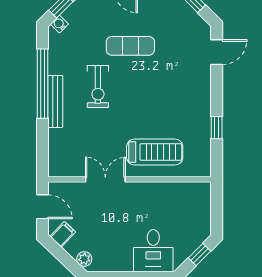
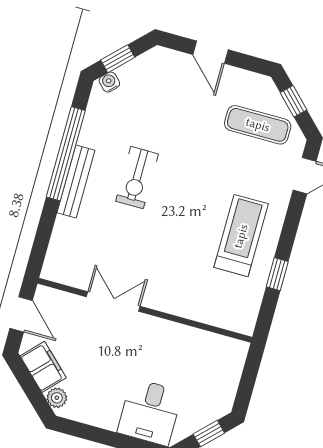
exercise mat: (130, 46) -> (258, 125), moved
treadmill: (155, 152) -> (241, 236), moved, turned -90
filing cabinet: (63, 234) -> (43, 367), width x2.00

